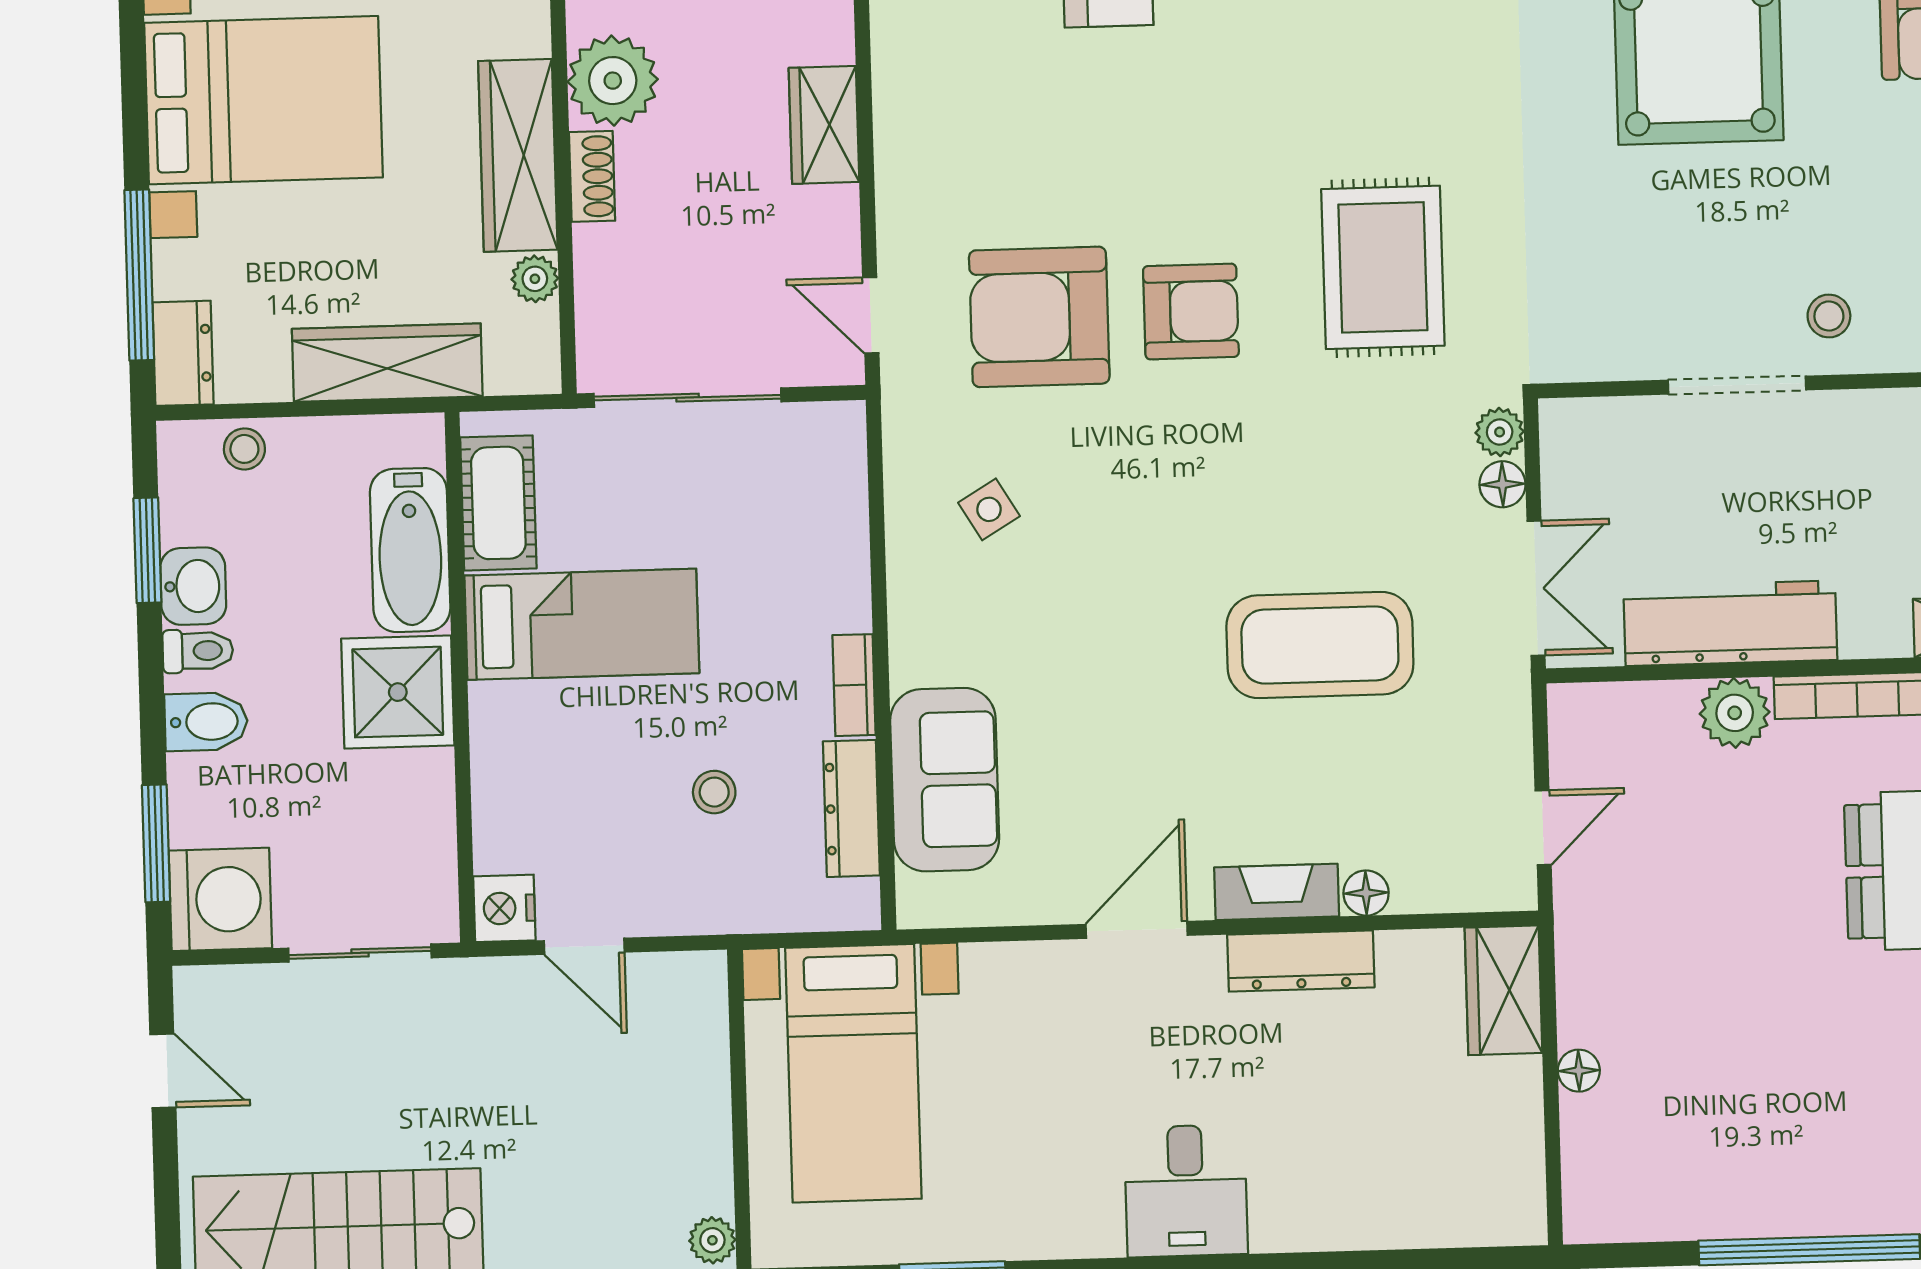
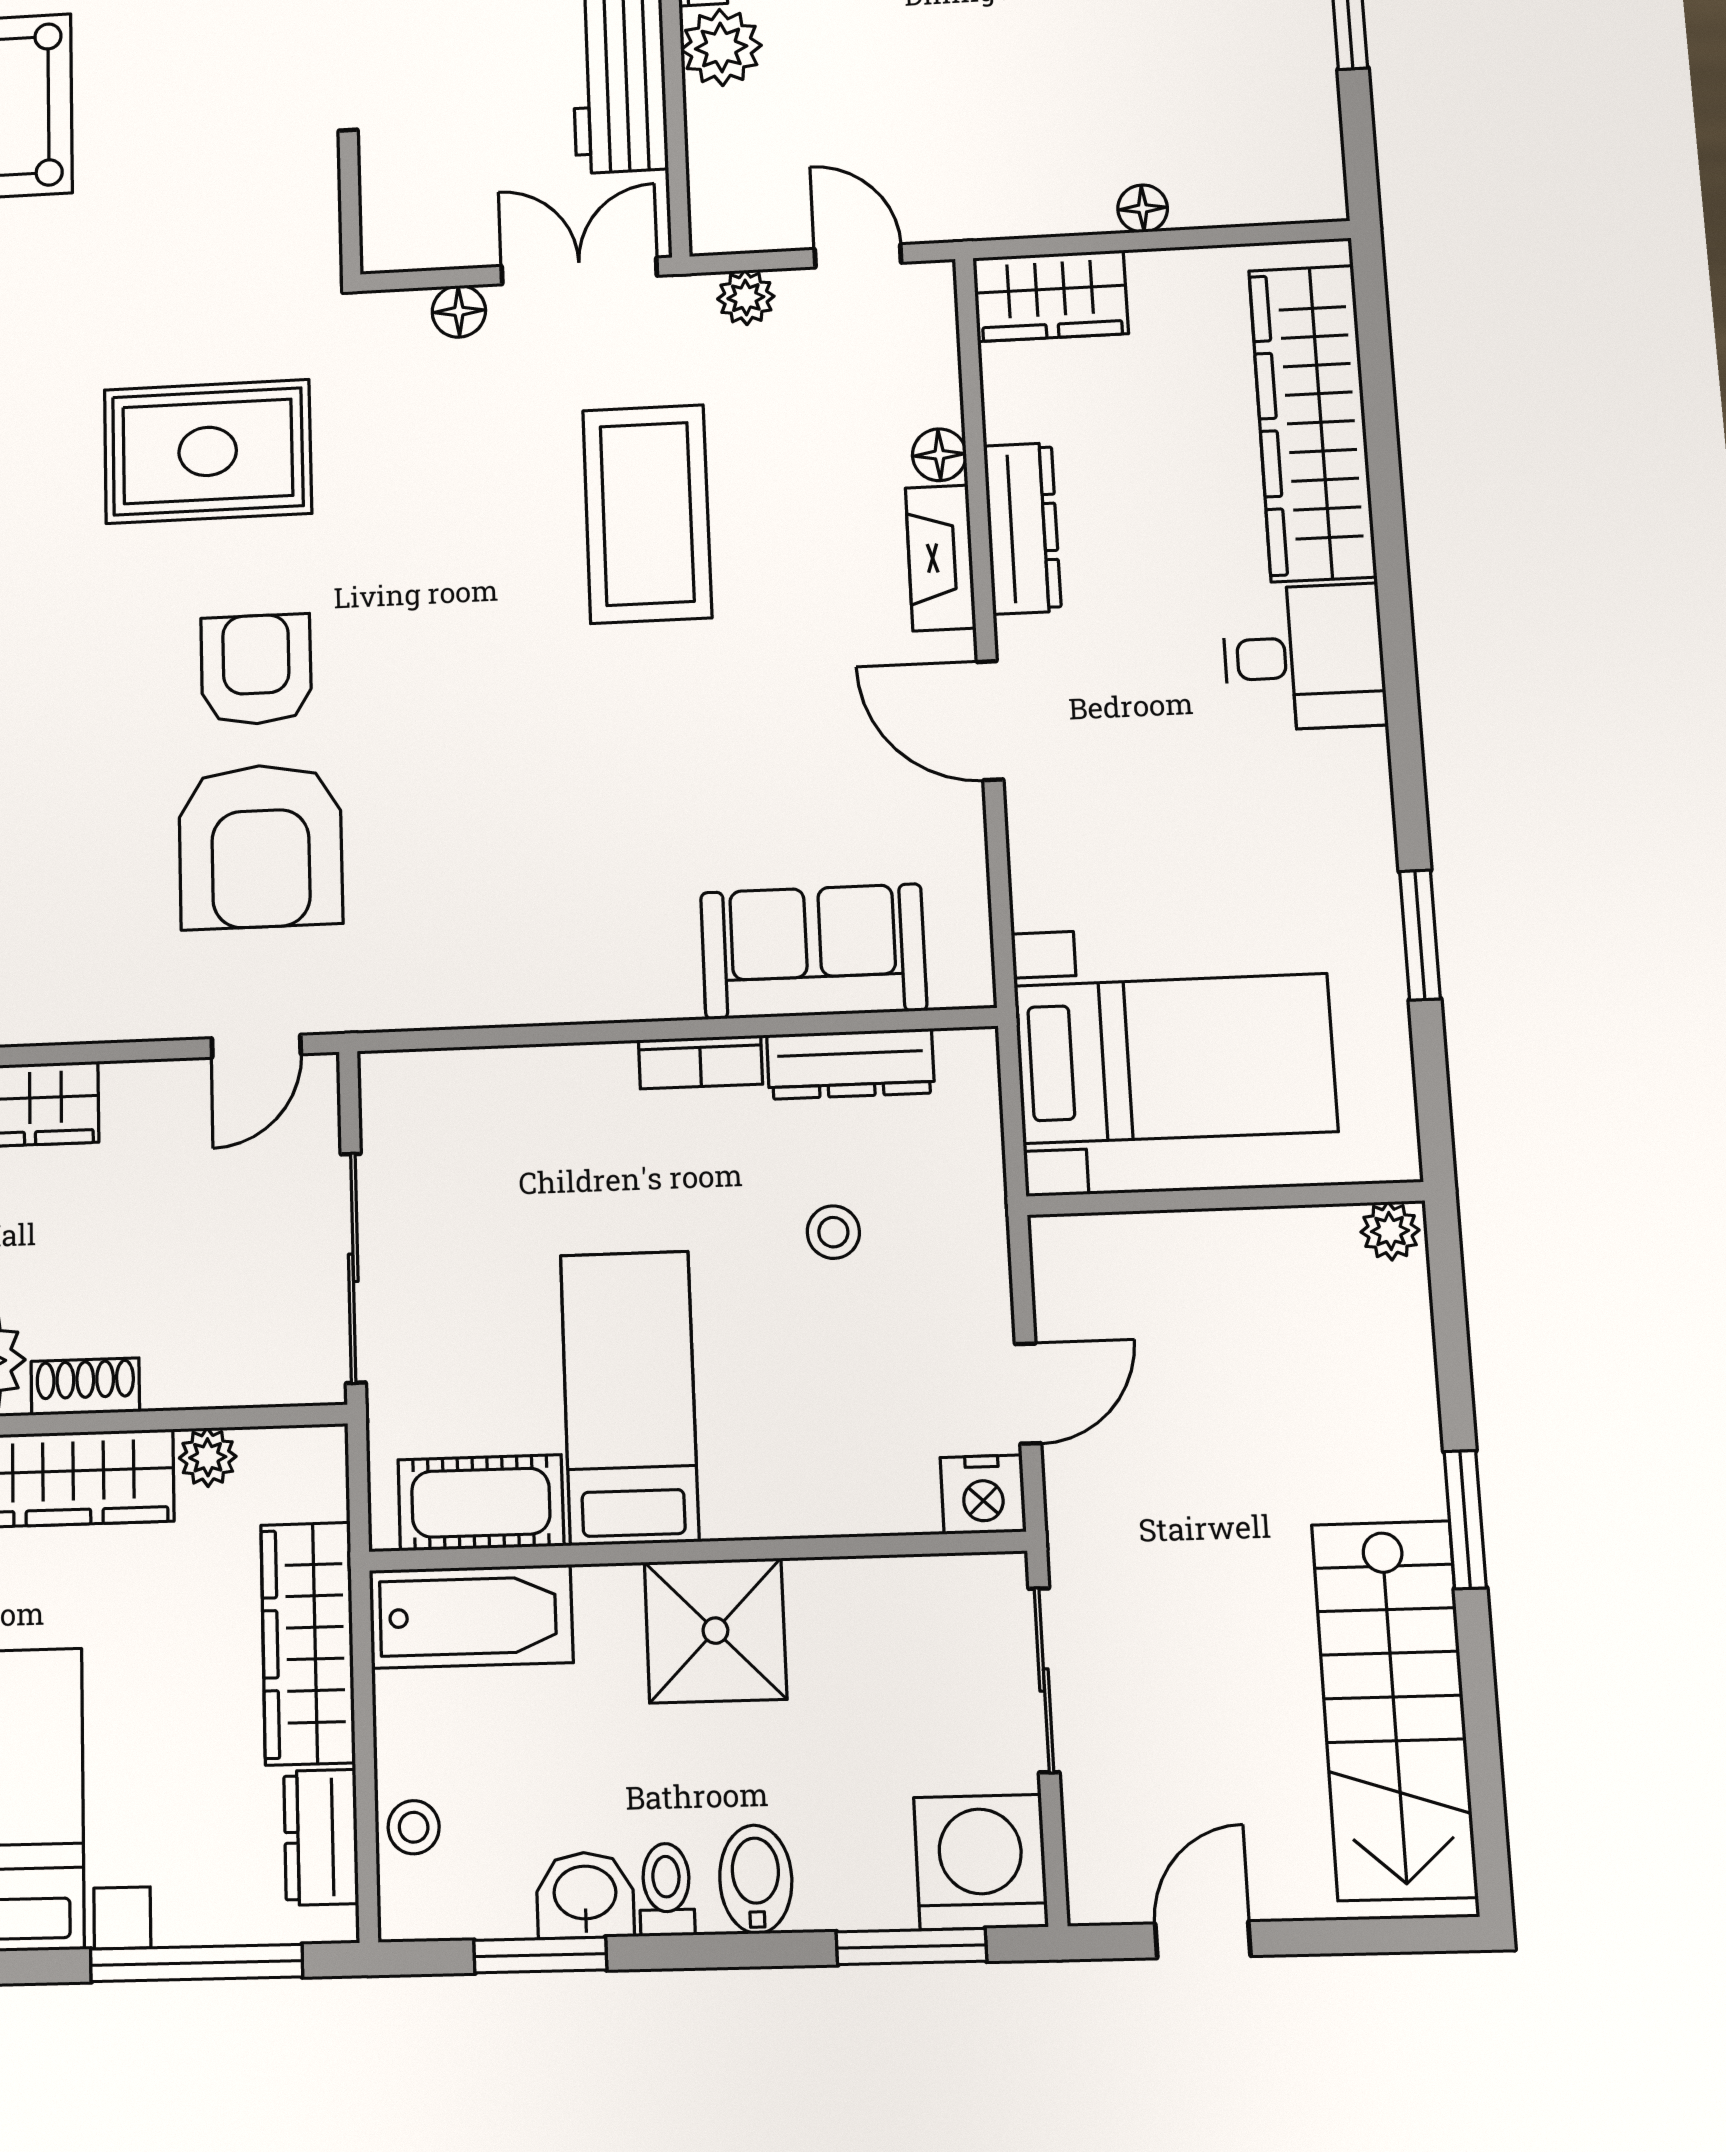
dresser: (183, 353) -> (321, 1837), moved, turned -90
plant: (1500, 432) -> (746, 298), moved
side table: (989, 509) -> (488, 902), removed
bathtub: (410, 550) -> (471, 1616), moved
wardrobe: (1387, 1206) -> (1312, 423), added

